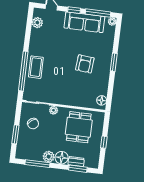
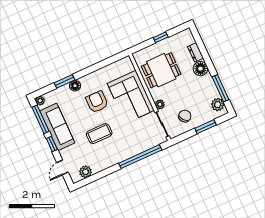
window: (114, 62) -> (64, 81), moved
armchair: (85, 64) -> (97, 102), turned -95
coffee table: (36, 67) -> (99, 134), moved
corner sofa: (73, 92) -> (131, 97), added
floor lamp: (102, 100) -> (75, 86), moved
plant: (49, 157) -> (218, 105), moved
window: (78, 169) -> (201, 47), removed

